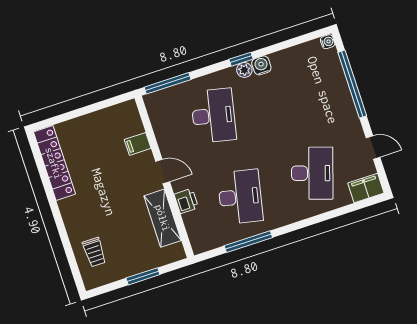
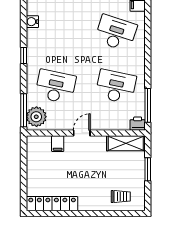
water cooler: (261, 65) -> (32, 22), moved
plant: (244, 70) -> (36, 117), moved, width x1.87, depth x1.87
printer: (186, 201) -> (138, 124), moved
shelving: (163, 218) -> (126, 143), moved
window: (248, 242) -> (148, 105), moved

